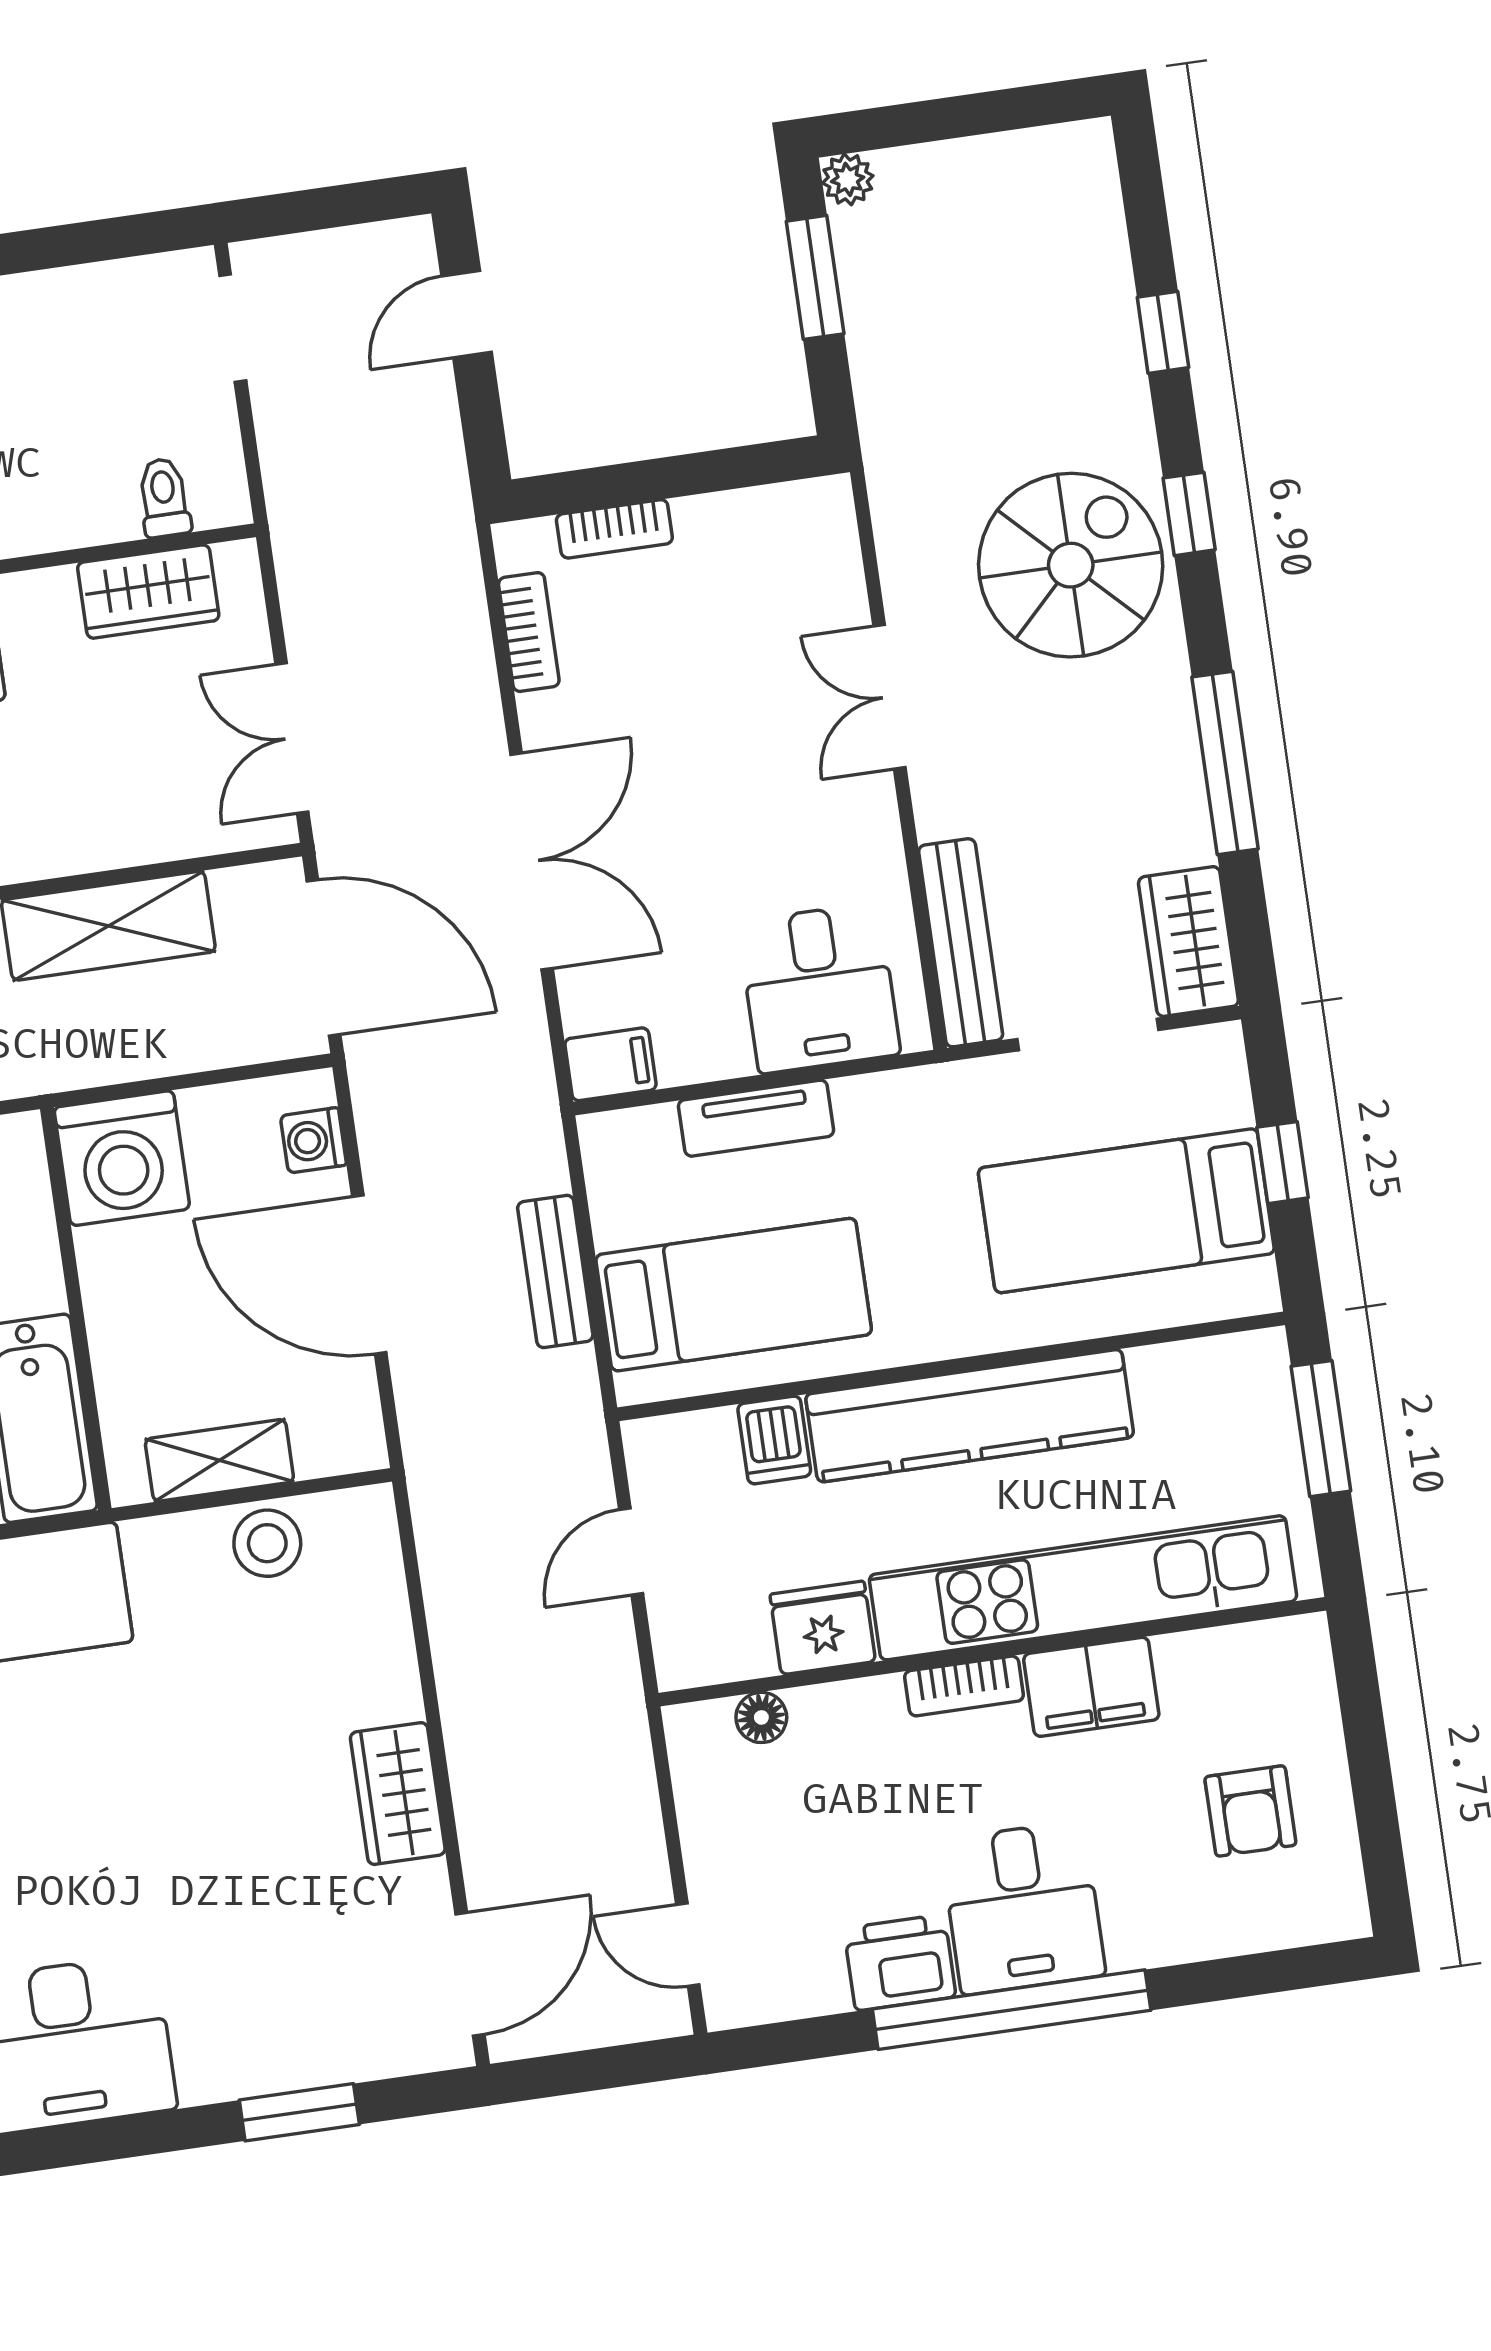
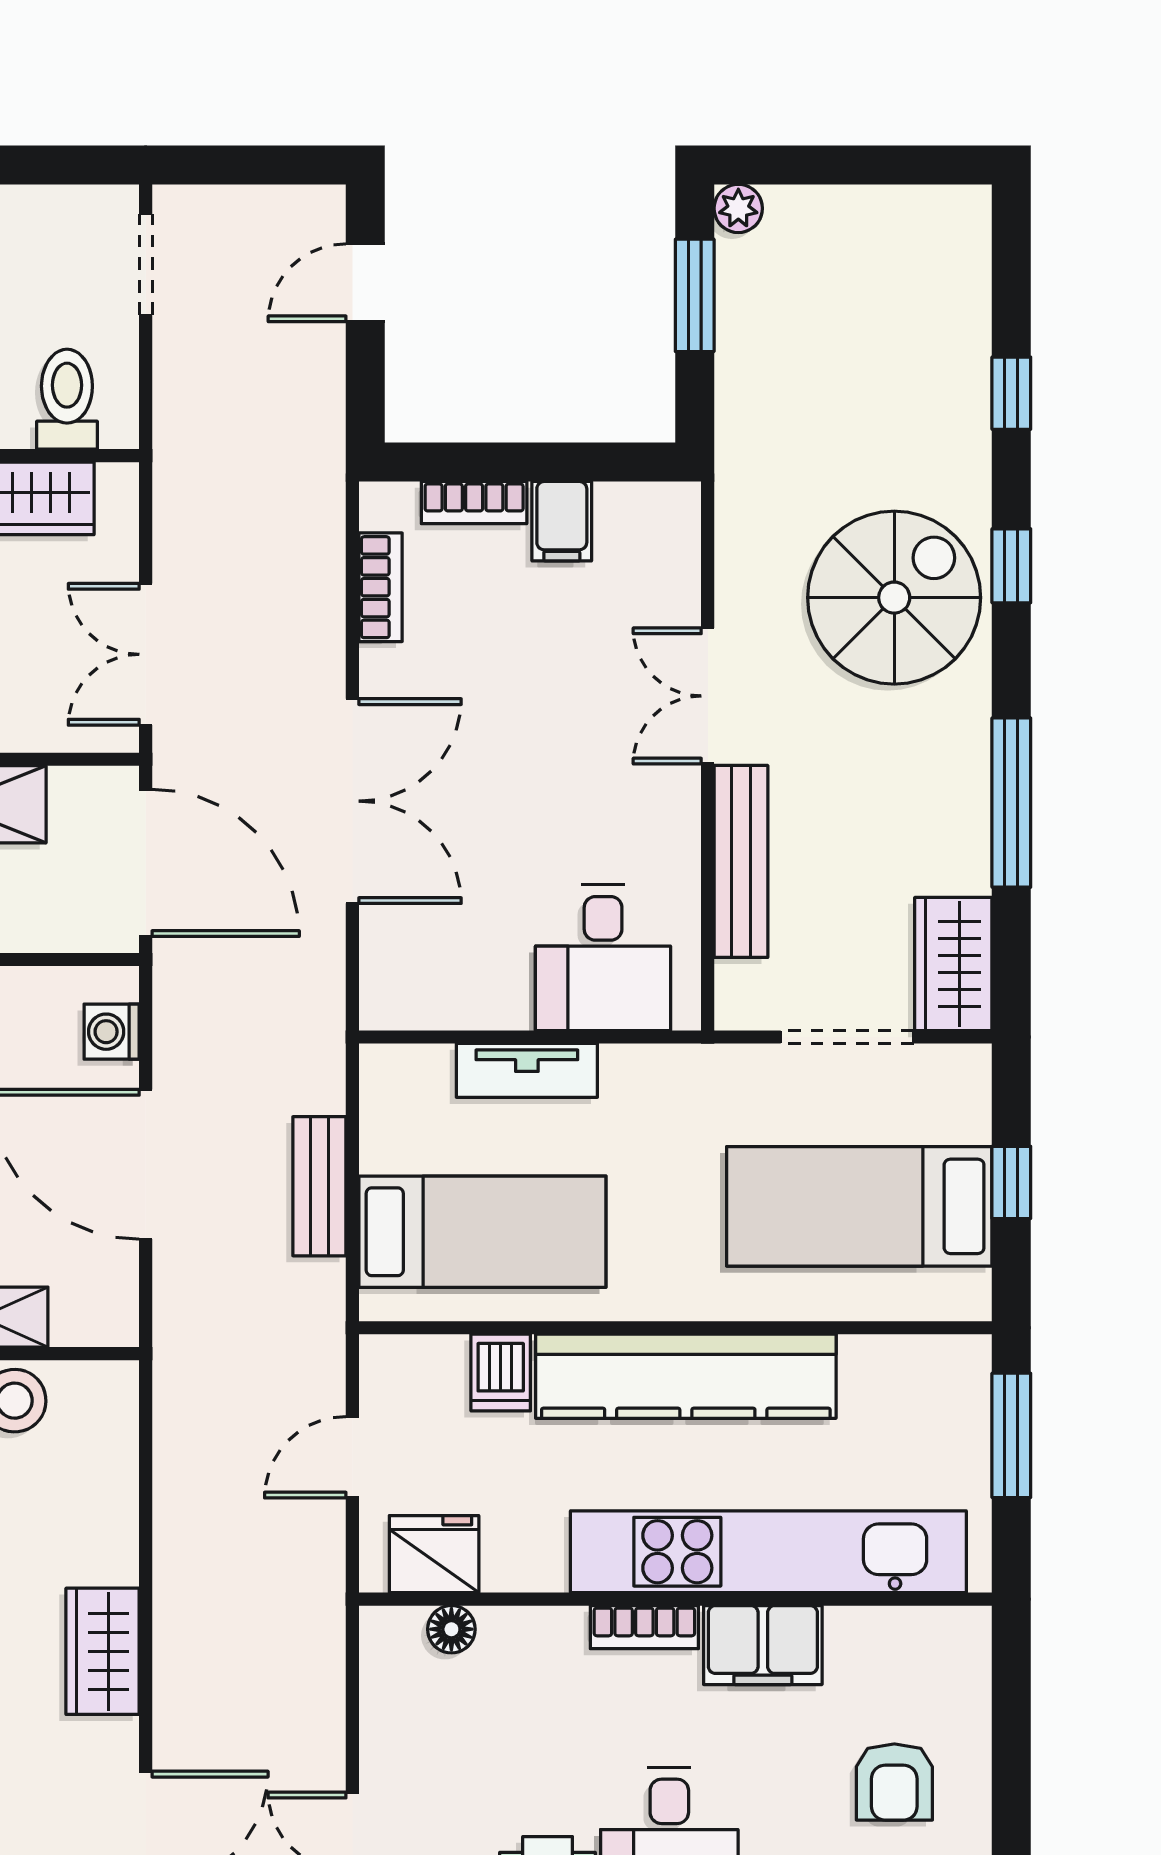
toilet: (164, 498) -> (67, 399), width x1.37, depth x1.39
bench: (961, 943) -> (741, 861), moved
filing cabinet: (610, 1064) -> (562, 521), moved, turned 90
fridge: (823, 1628) -> (434, 1554), moved

